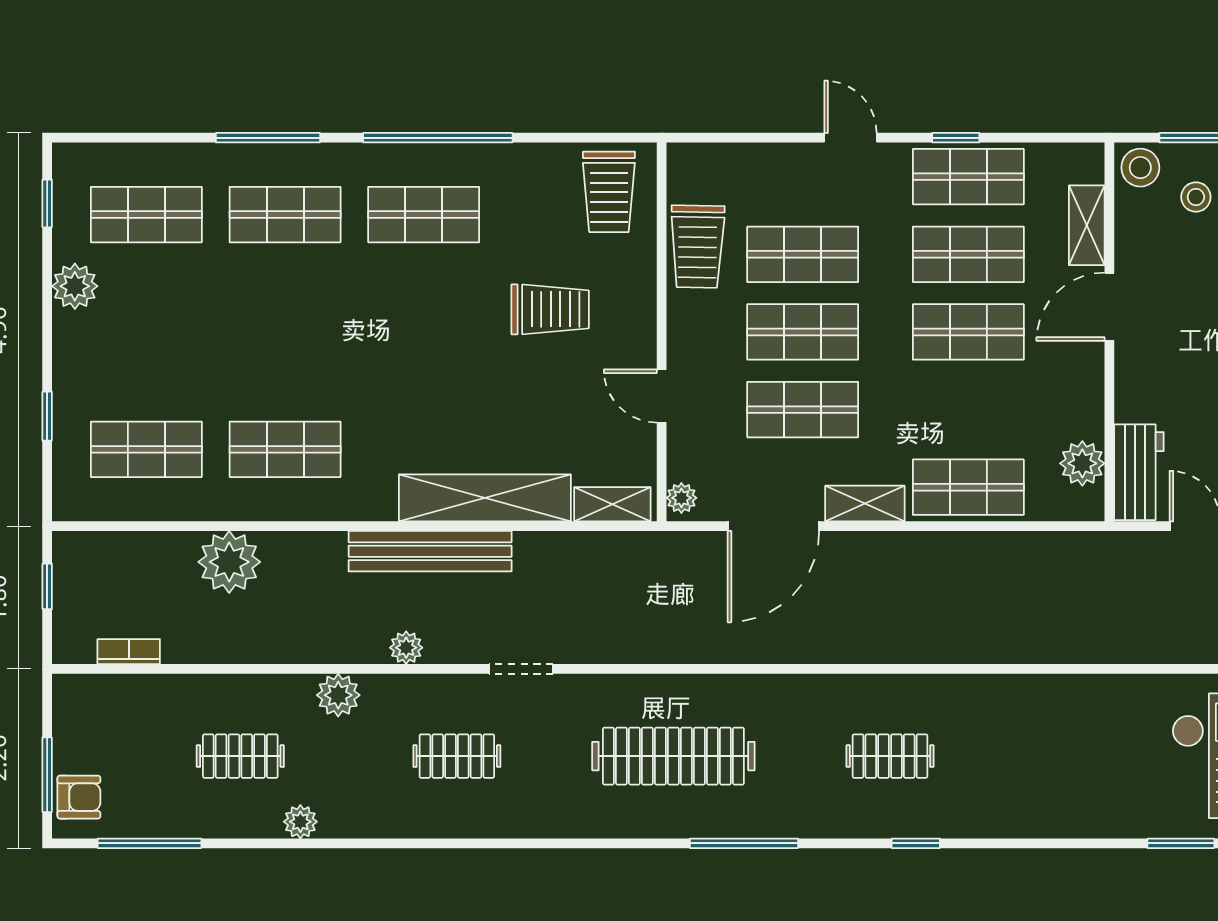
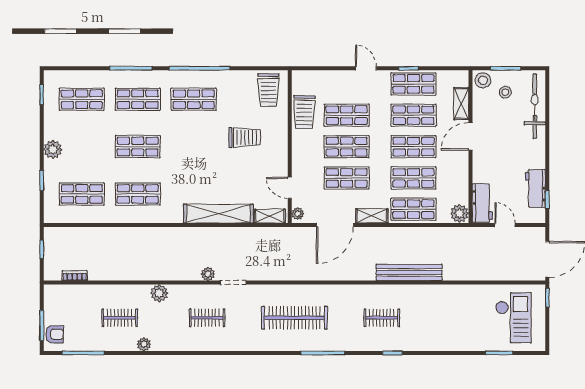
plant: (75, 286) -> (53, 149), moved
shop shelf: (285, 332) -> (138, 147), added
door: (662, 396) -> (290, 188), moved
shop shelf: (968, 410) -> (413, 178), added
plant: (1082, 463) -> (459, 213), moved
bench: (430, 551) -> (409, 272), moved
plant: (229, 562) -> (115, 239), removed
plant: (406, 648) -> (208, 274), moved

